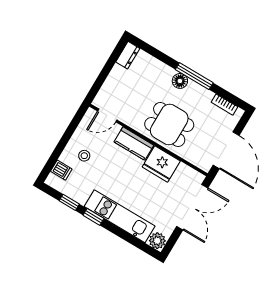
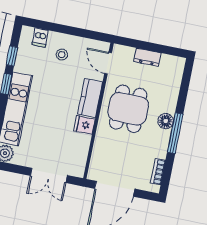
dresser: (128, 55) -> (147, 57), moved
dining table: (169, 125) -> (128, 109), moved
fridge: (161, 164) -> (84, 125), width x0.53, depth x0.75
double door: (192, 207) -> (49, 175), width x0.73

